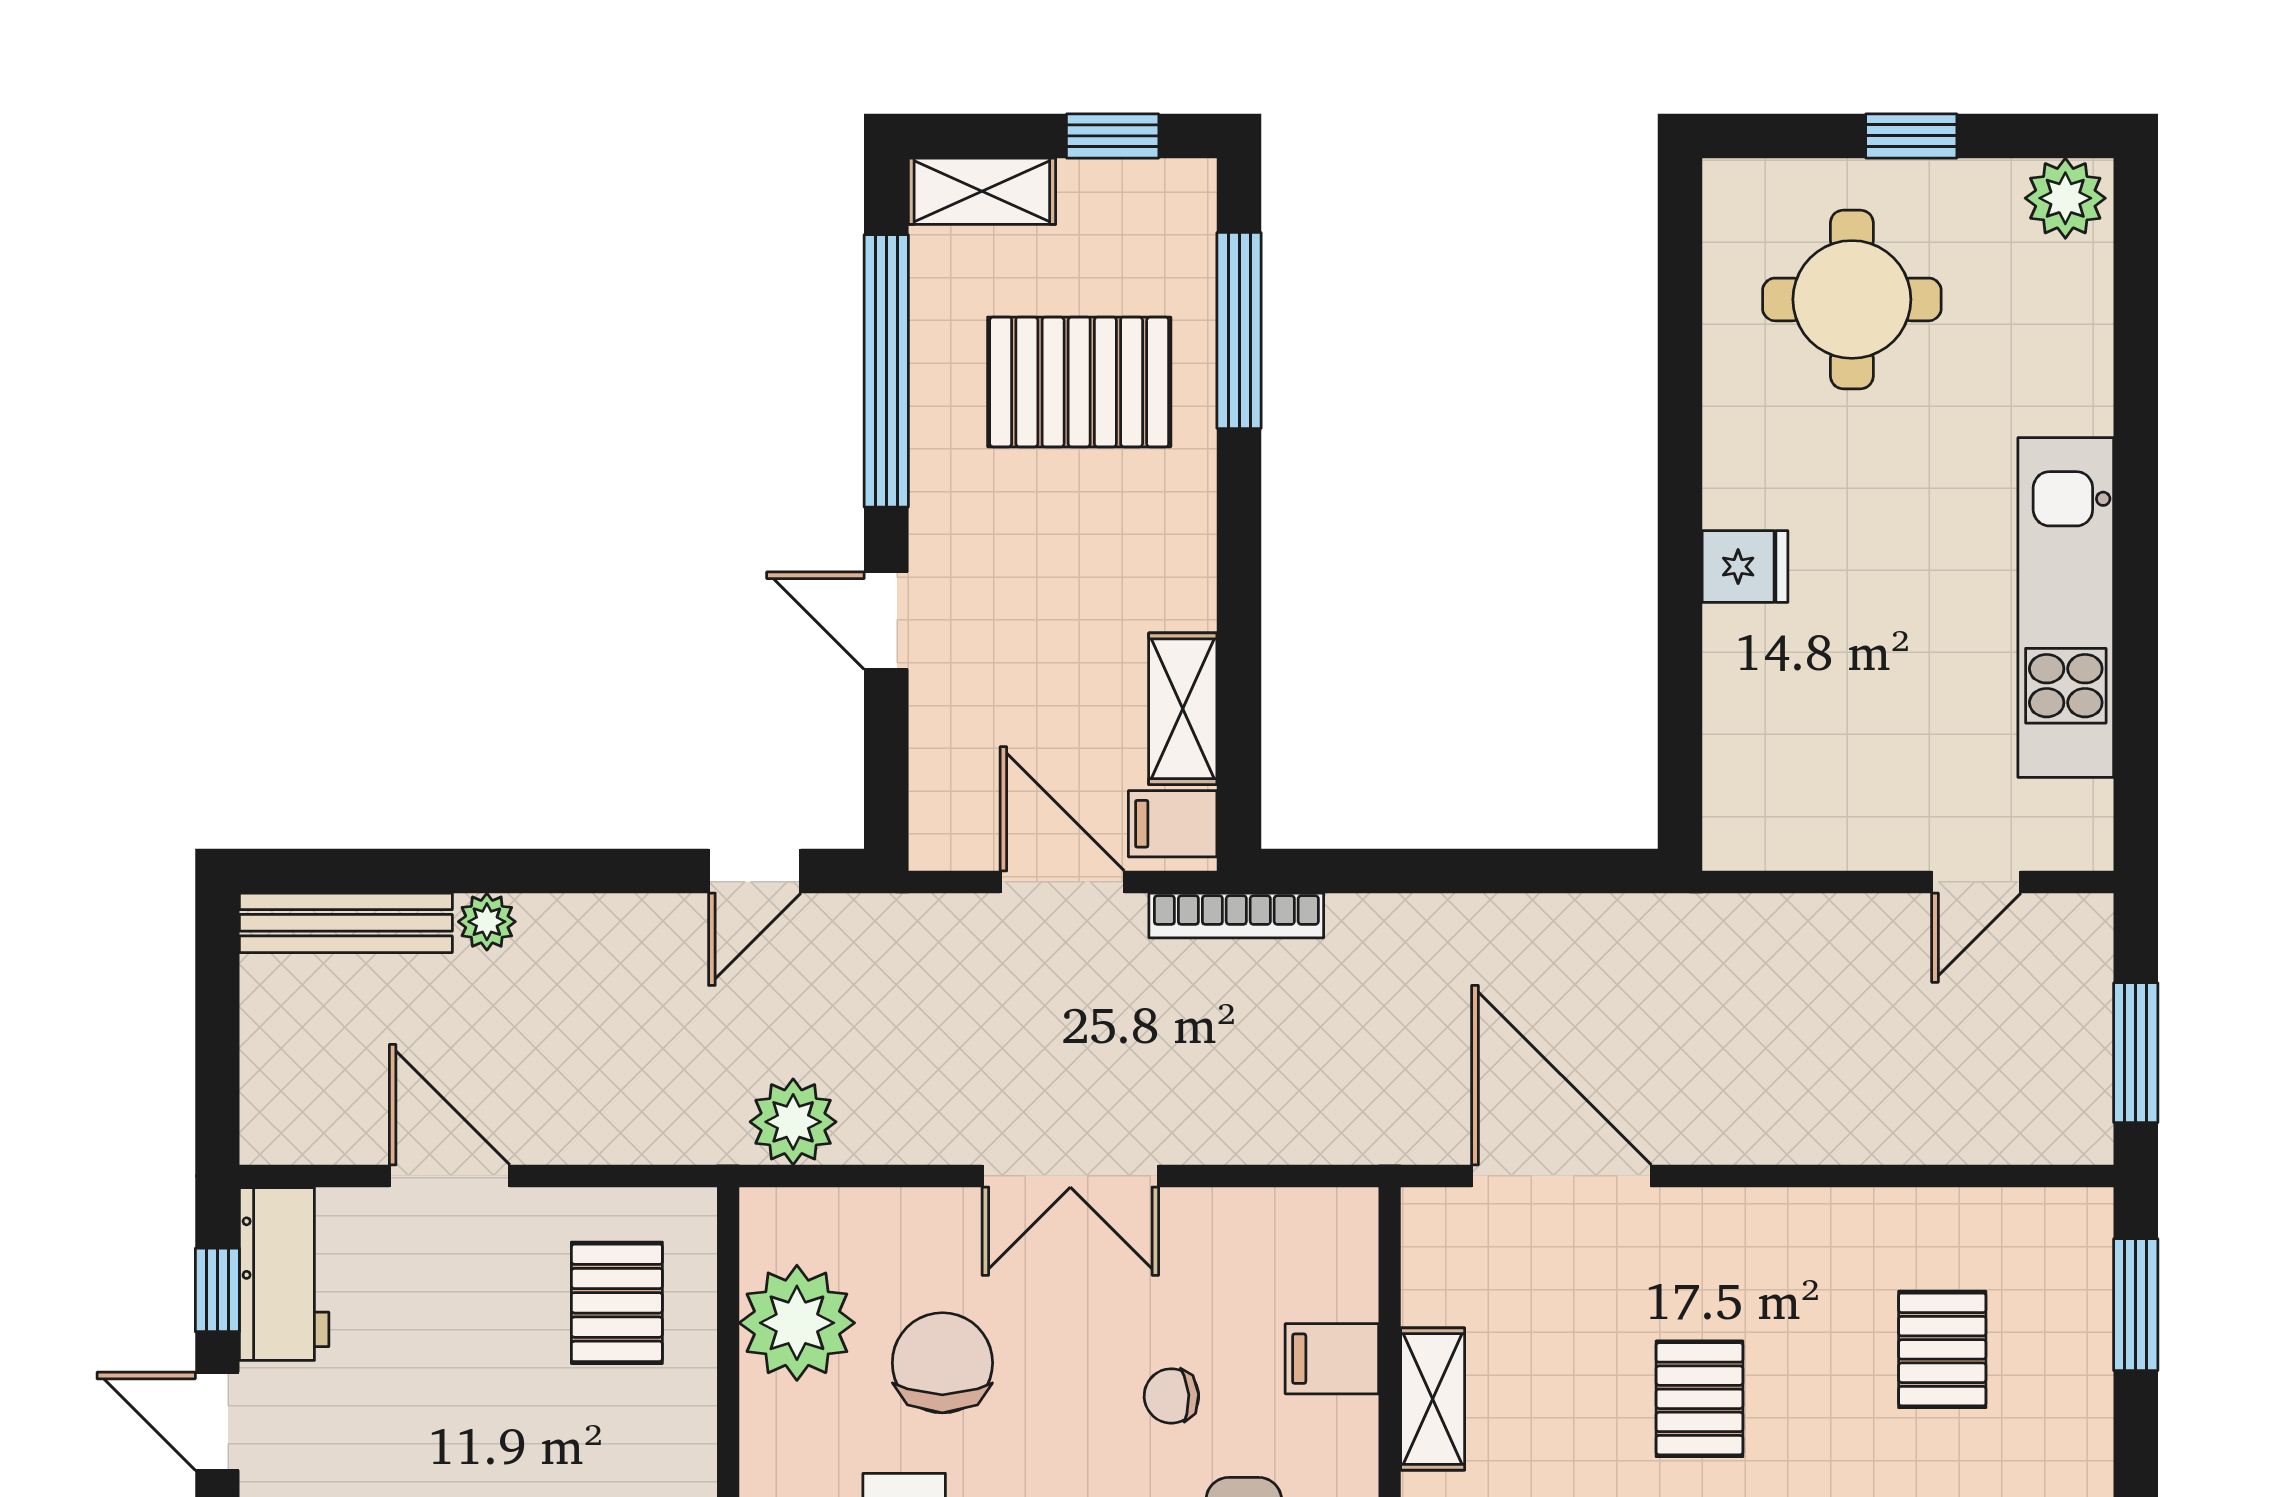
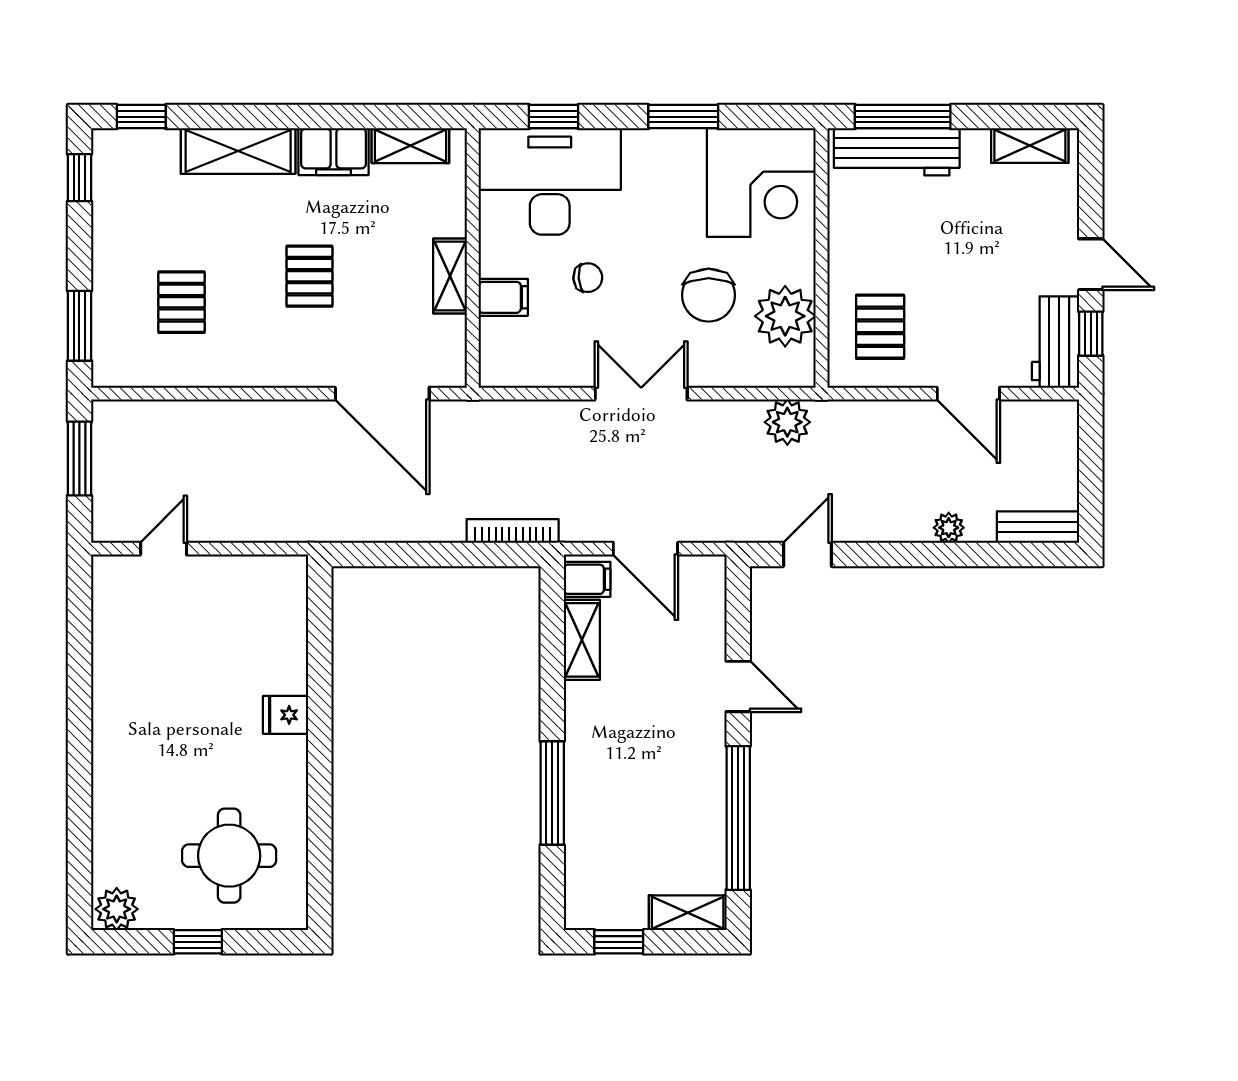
window: (1239, 330) -> (552, 793), moved
pallet: (1079, 382) -> (636, 812), removed
kitchen unit: (2066, 608) -> (116, 693), removed
bookcase: (1236, 915) -> (513, 531), moved
bench: (346, 923) -> (1038, 527), width x0.73

